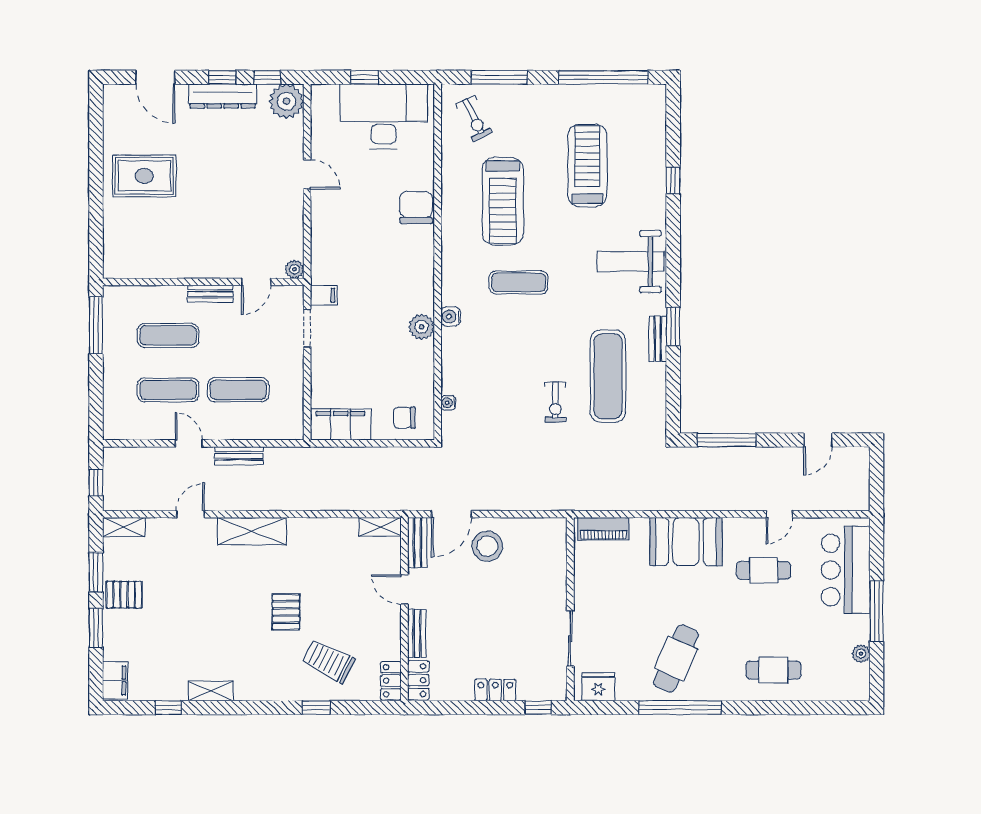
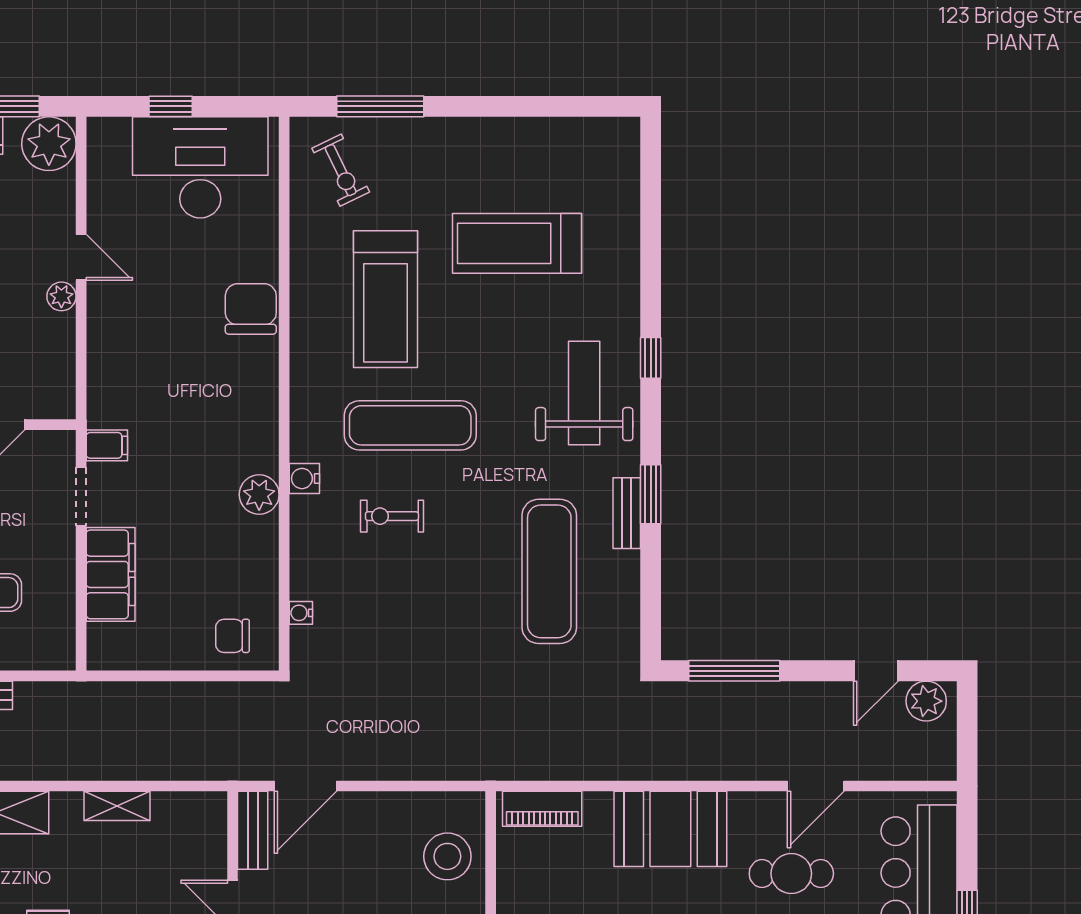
window: (603, 77) -> (542, 106), removed
treadmill: (587, 165) -> (517, 243), turned -90
window: (673, 180) -> (651, 358), moved
weight bench: (630, 262) -> (584, 393), turned 90
plant: (294, 269) -> (61, 296), moved
exercise mat: (519, 282) -> (410, 425), width x1.36, depth x1.45
exercise bike: (555, 402) -> (392, 516), moved, turned 90
filing cabinet: (341, 424) -> (111, 574), moved, turned 90
plant: (850, 460) -> (926, 701), added
door: (779, 514) -> (816, 786), width x1.37
shelving: (380, 527) -> (117, 806), moved
stool: (487, 546) -> (447, 856), moved

